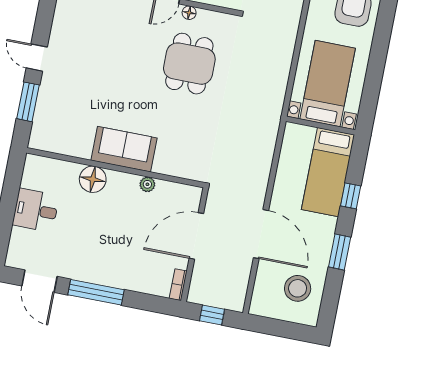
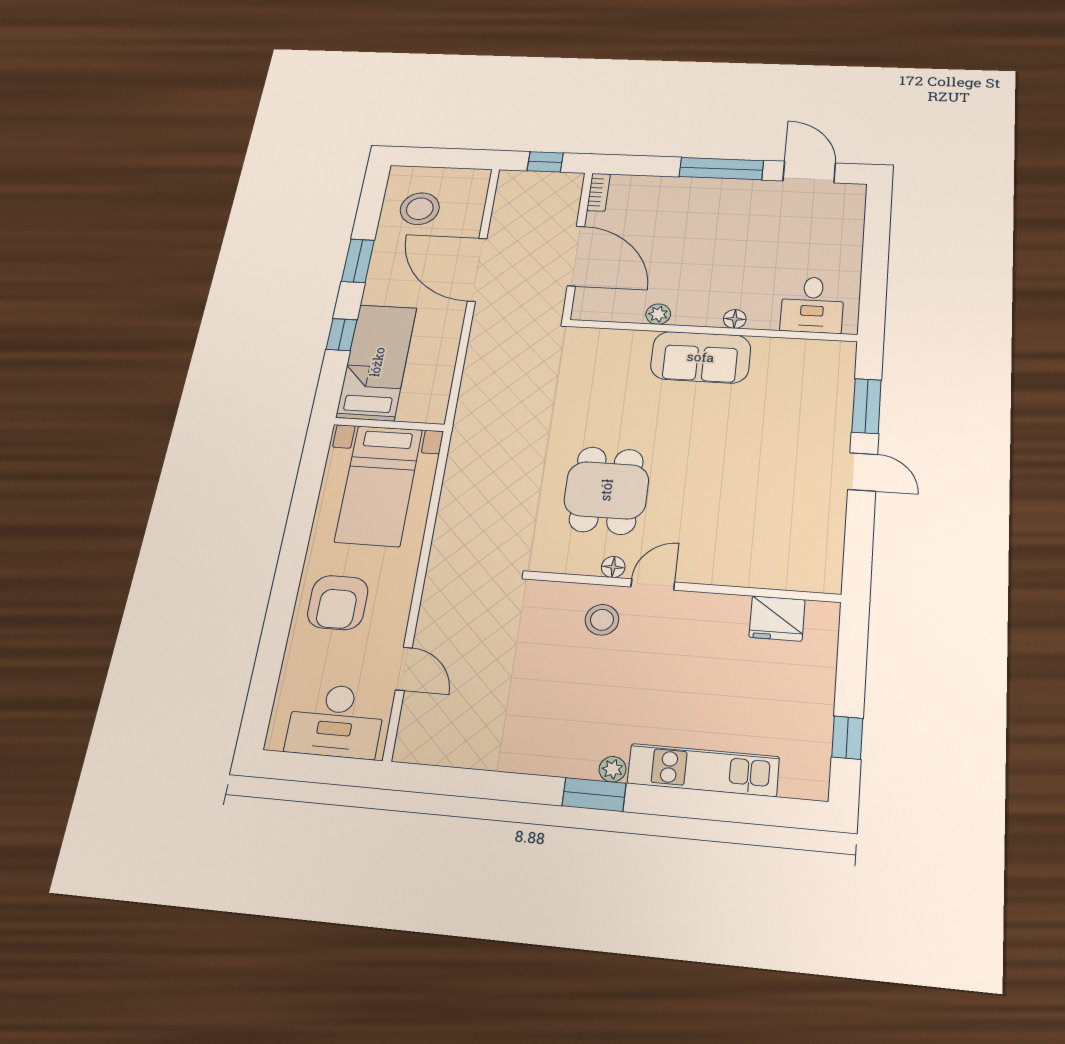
floor lamp: (93, 179) -> (735, 319), width x0.53, depth x0.53
desk: (36, 210) -> (812, 305), moved, turned 90
door: (196, 236) -> (576, 256), hinge flipped

